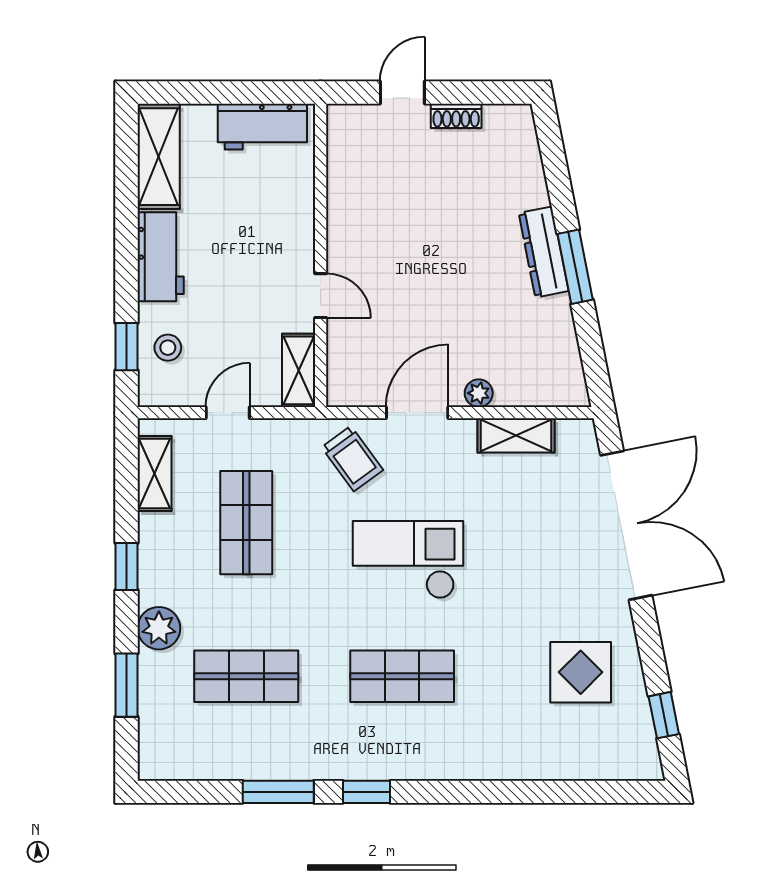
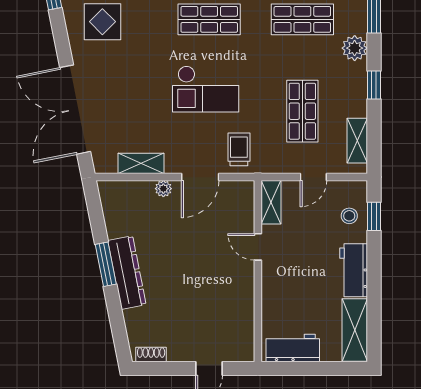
shoe rack: (456, 116) -> (151, 354), moved
dresser: (544, 252) -> (127, 273), width x1.37, depth x1.24
trolley: (352, 459) -> (239, 149), turned 36

